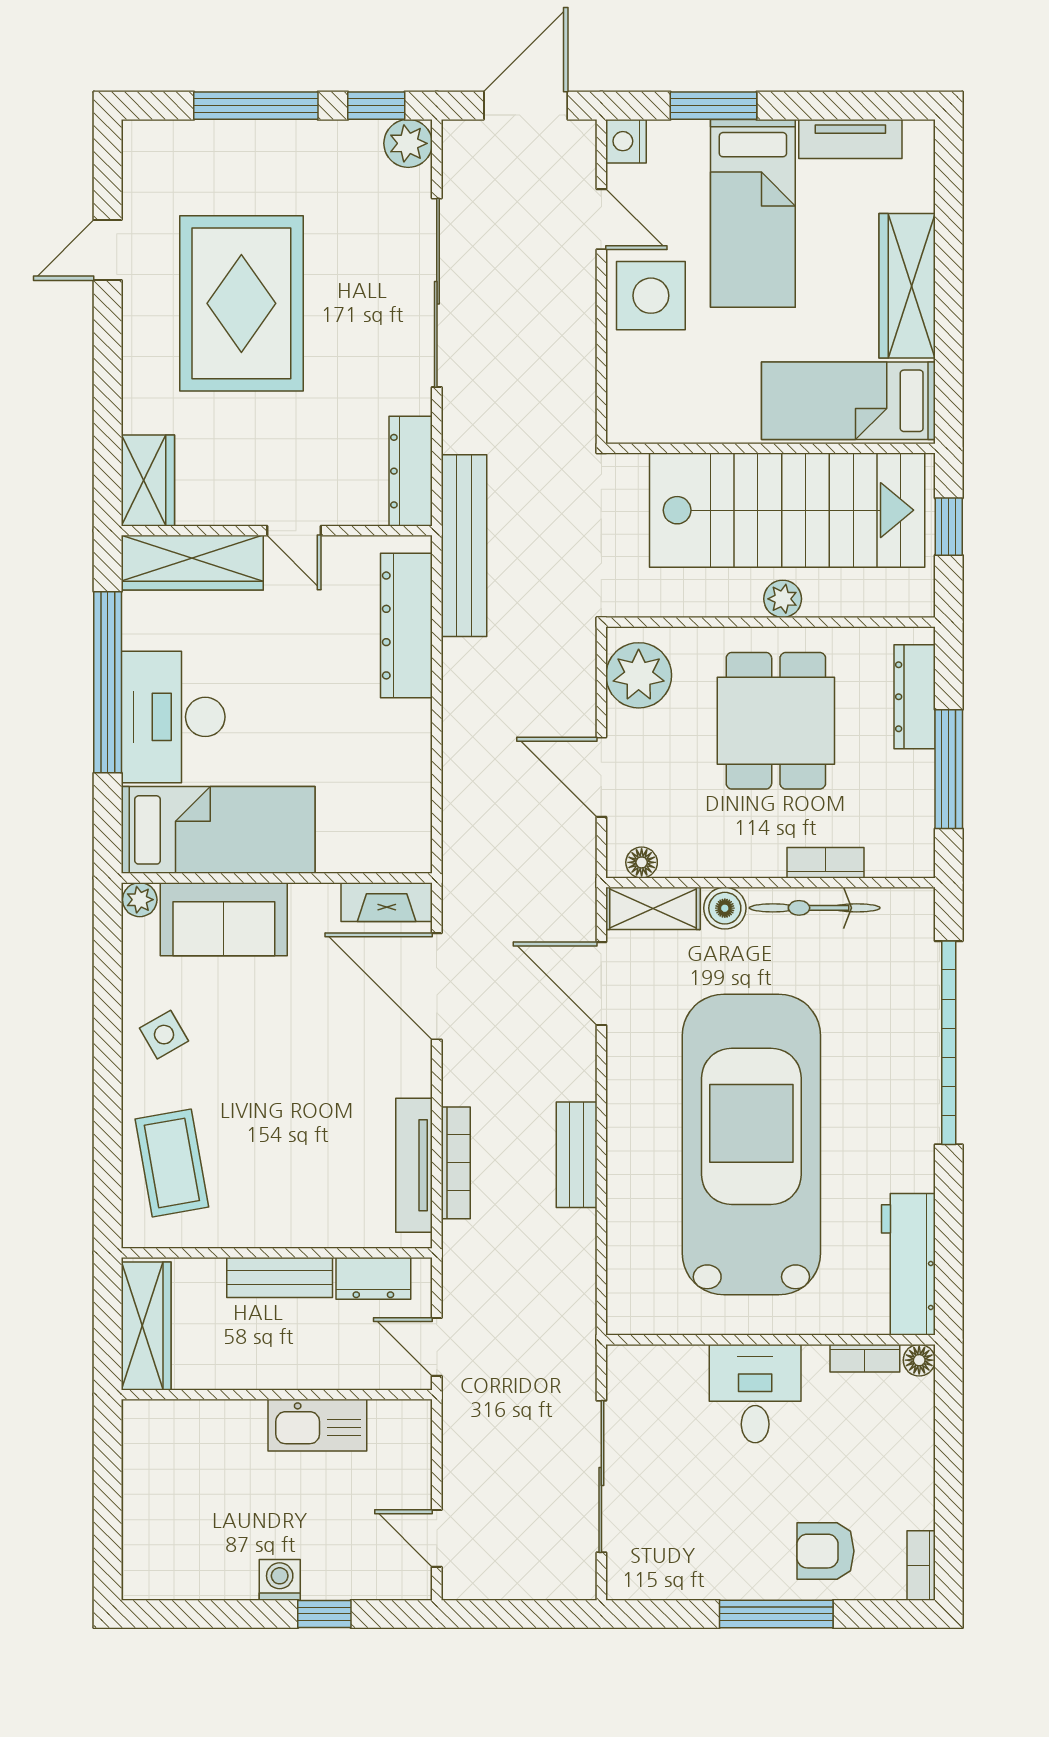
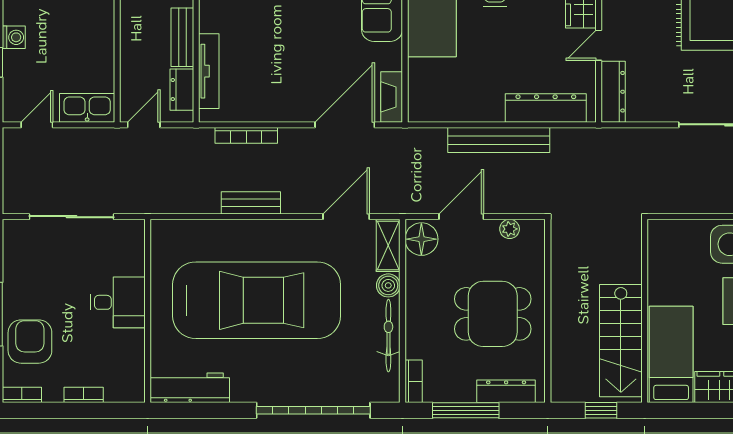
dresser: (411, 471) -> (613, 92), moved, turned 90
stairs: (787, 510) -> (621, 341), width x0.73, depth x0.66
bench: (464, 546) -> (499, 140), moved
plant: (783, 599) -> (561, 318), removed
plant: (639, 675) -> (510, 229), width x0.53, depth x0.53
floor lamp: (642, 862) -> (421, 239), width x1.89, depth x1.89
bookcase: (825, 863) -> (414, 381), moved
tv unit: (414, 1165) -> (209, 71), moved, turned 90
bookcase: (865, 1358) -> (84, 395), moved, turned 90
floor lamp: (919, 1360) -> (136, 394), removed
kitchen sink: (317, 1425) -> (87, 108), moved, turned 90
armchair: (825, 1551) -> (30, 342), width x1.38, depth x1.38

